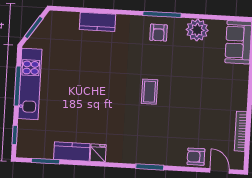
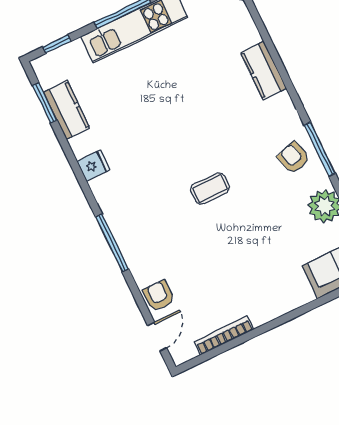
armchair: (159, 33) -> (293, 158), turned 74
kitchen counter: (72, 151) -> (67, 110), moved
window: (150, 167) -> (112, 243), width x1.44

